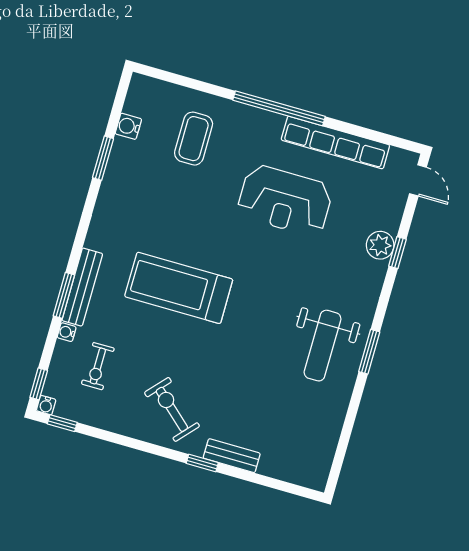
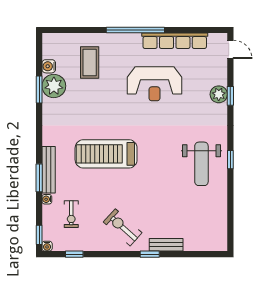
plant: (128, 159) -> (54, 86), added
window: (369, 352) -> (230, 160), width x0.67
window: (62, 423) -> (74, 254), moved

